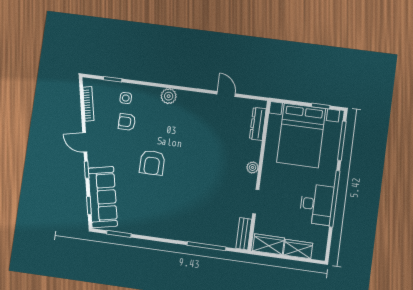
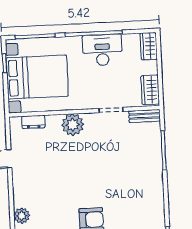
dresser: (258, 124) -> (33, 122), width x0.70
plant: (252, 167) -> (73, 125), width x1.88, depth x1.88
wardrobe: (298, 249) -> (149, 46), moved

